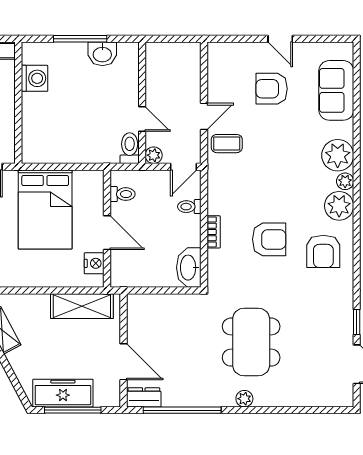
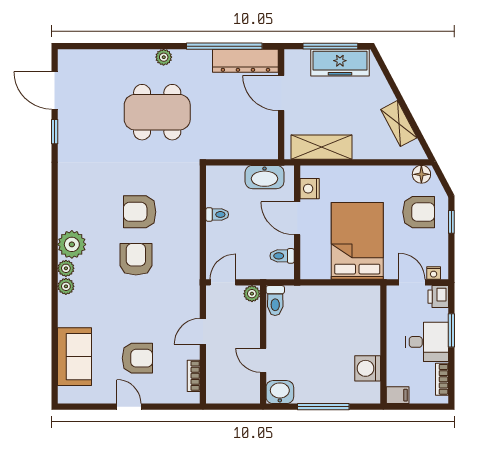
washbasin: (102, 54) -> (280, 392), moved
door: (142, 119) -> (263, 360), moved
coffee table: (227, 144) -> (181, 305), removed
plant: (338, 155) -> (66, 286), width x0.53, depth x0.53
toilet: (189, 207) -> (217, 214), moved
bookcase: (214, 232) -> (194, 376), moved
armchair: (323, 251) -> (136, 259), moved
washbasin: (189, 268) -> (265, 177), moved, turned 90
dining table: (251, 342) -> (157, 112), turned 90
dresser: (144, 397) -> (245, 61), width x1.96, depth x1.24

